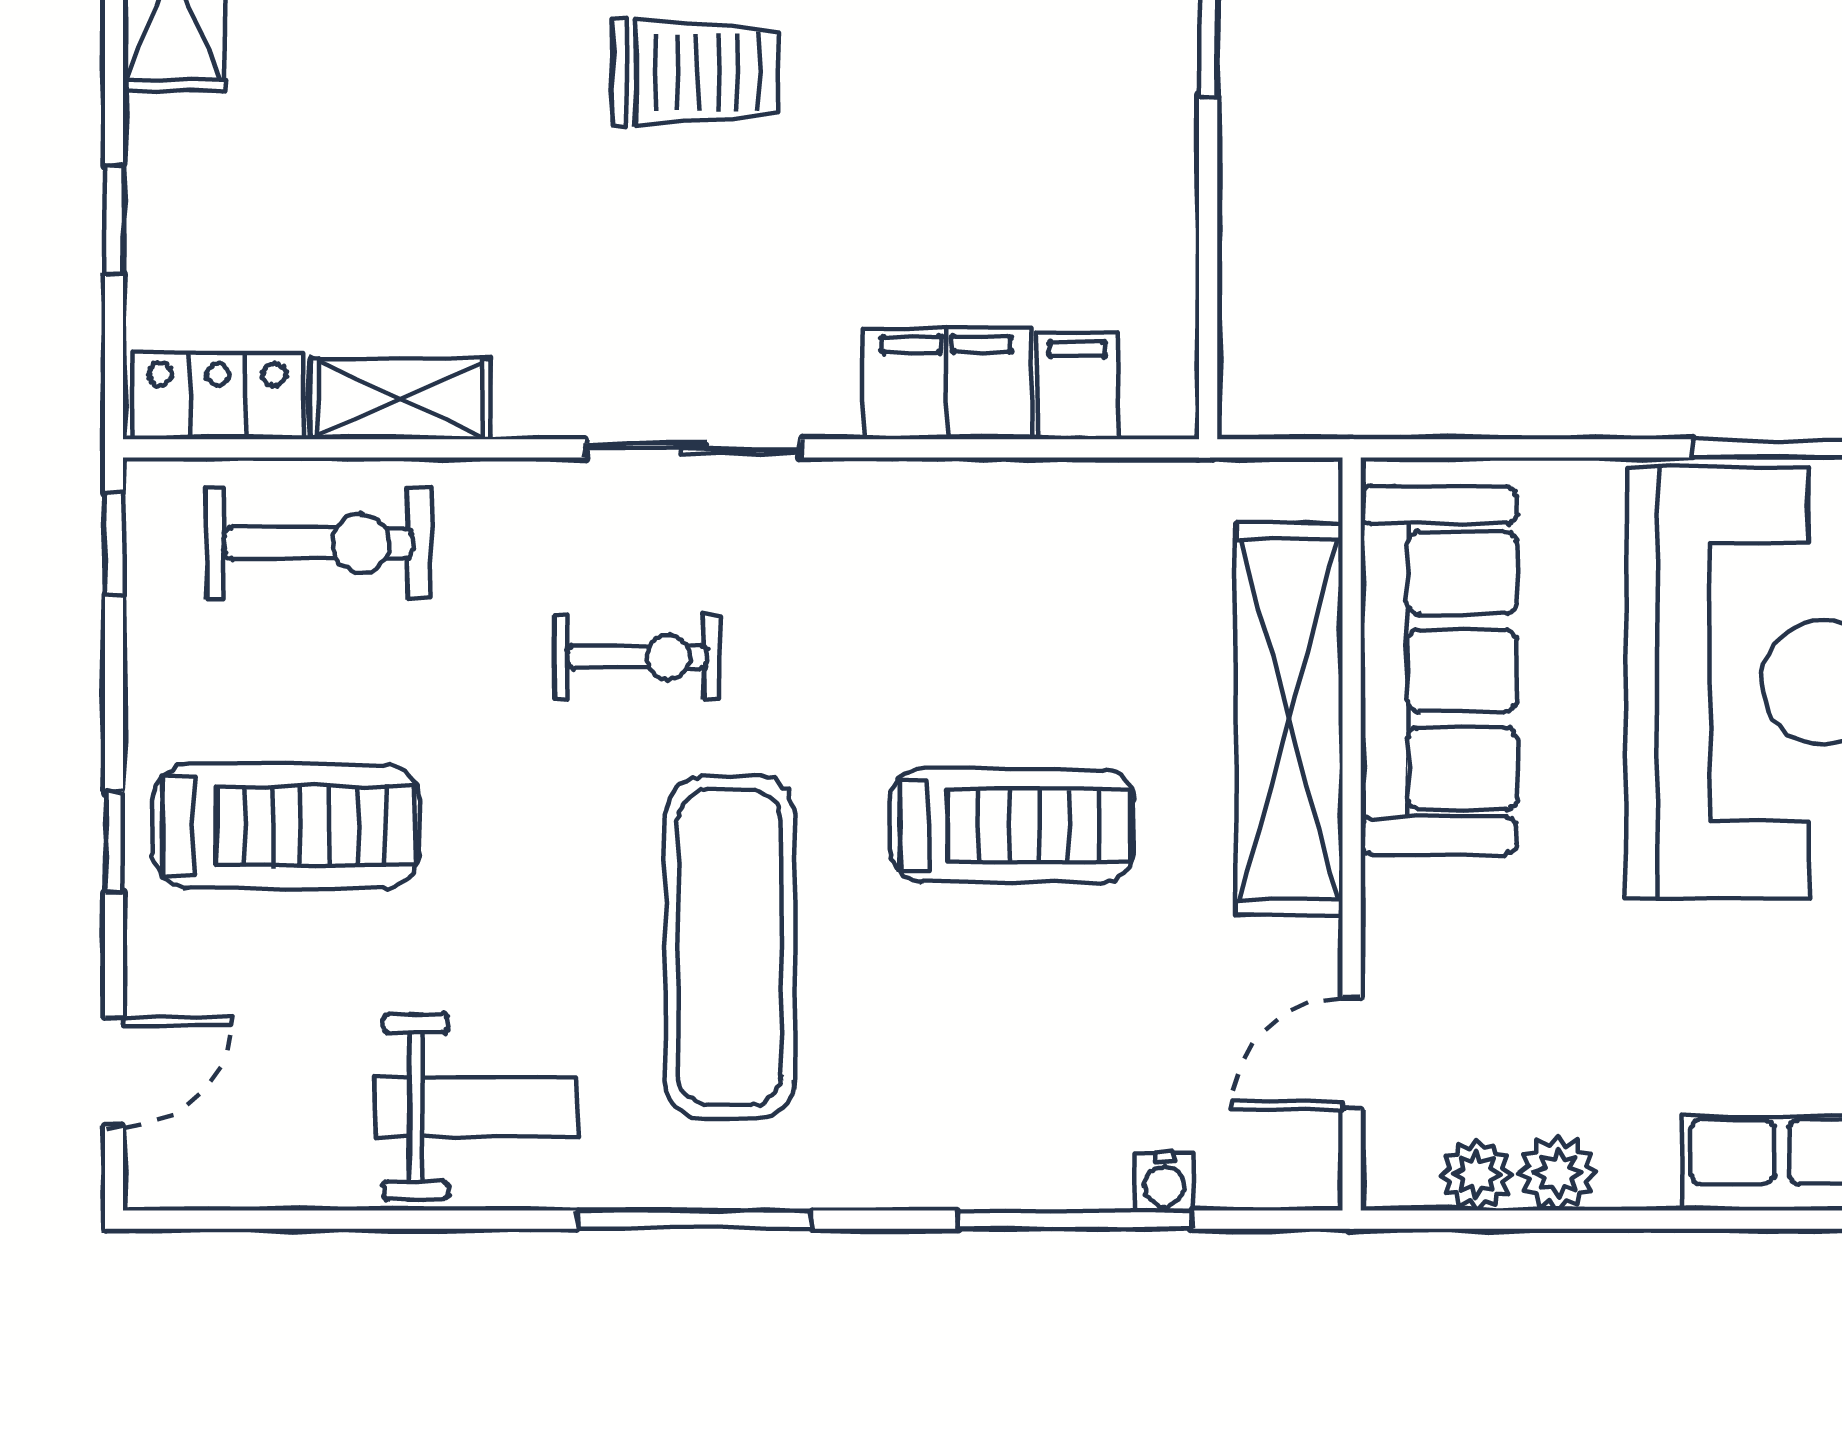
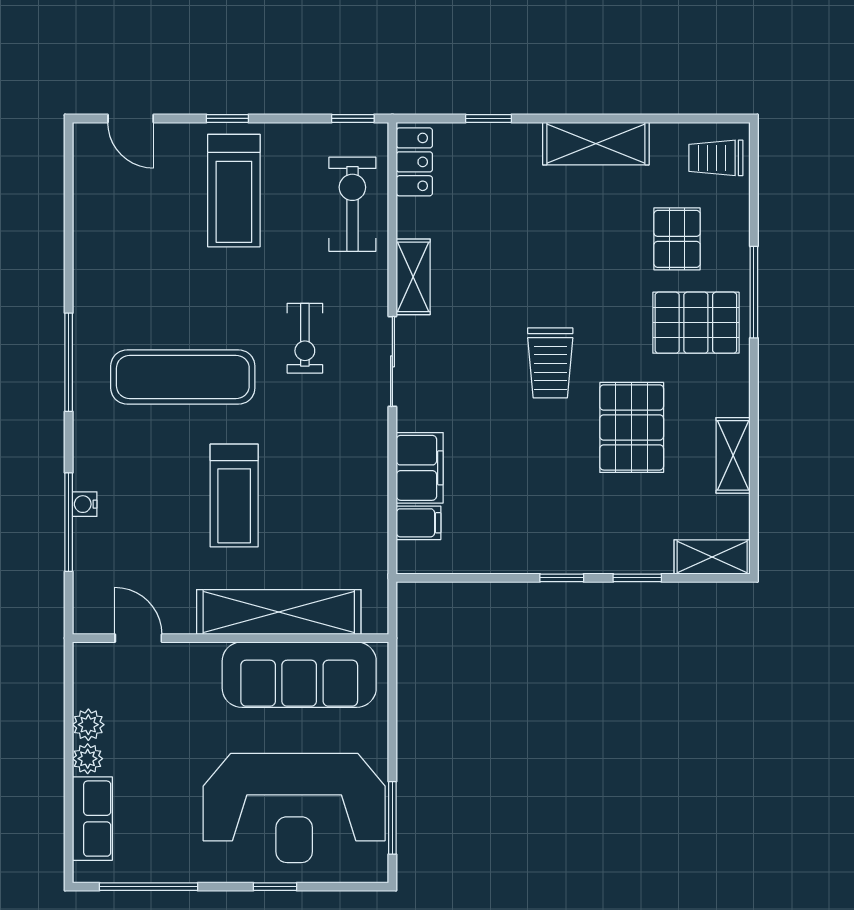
shelving: (400, 399) -> (413, 277), moved
exercise bike: (318, 544) -> (352, 204), turned 180
weight bench: (477, 1107) -> (116, 271), removed
plant: (1477, 1175) -> (88, 759), moved
water cooler: (1164, 1181) -> (85, 504), moved

